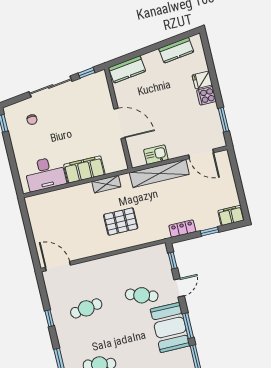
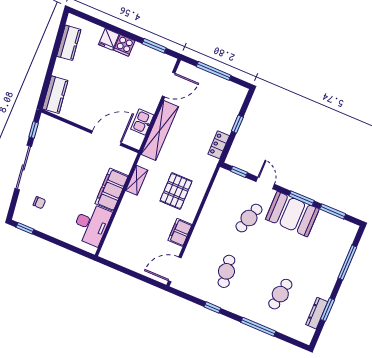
door: (119, 123) -> (106, 138), moved
window: (238, 182) -> (214, 71), added
filing cabinet: (231, 215) -> (180, 232), moved

